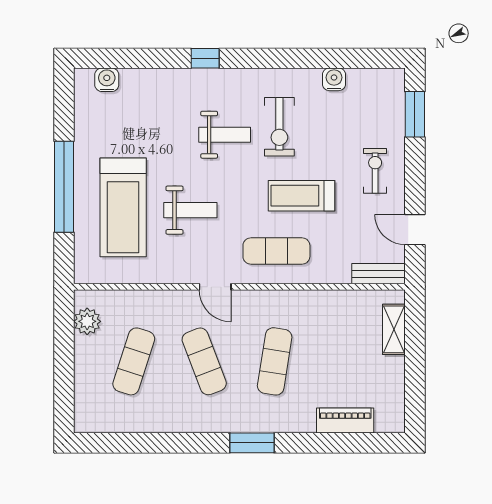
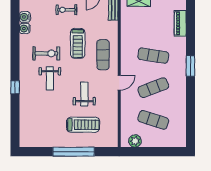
water cooler: (107, 80) -> (25, 17), moved
weight bench: (225, 135) -> (50, 78), turned 180
treadmill: (123, 207) -> (83, 125), width x0.73, depth x0.73

